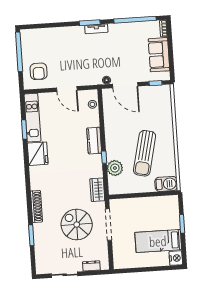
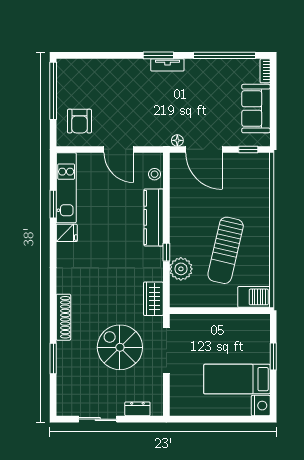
kitchen counter: (94, 141) -> (154, 217), width x1.50
fridge: (38, 154) -> (67, 233), width x0.53, depth x0.75

